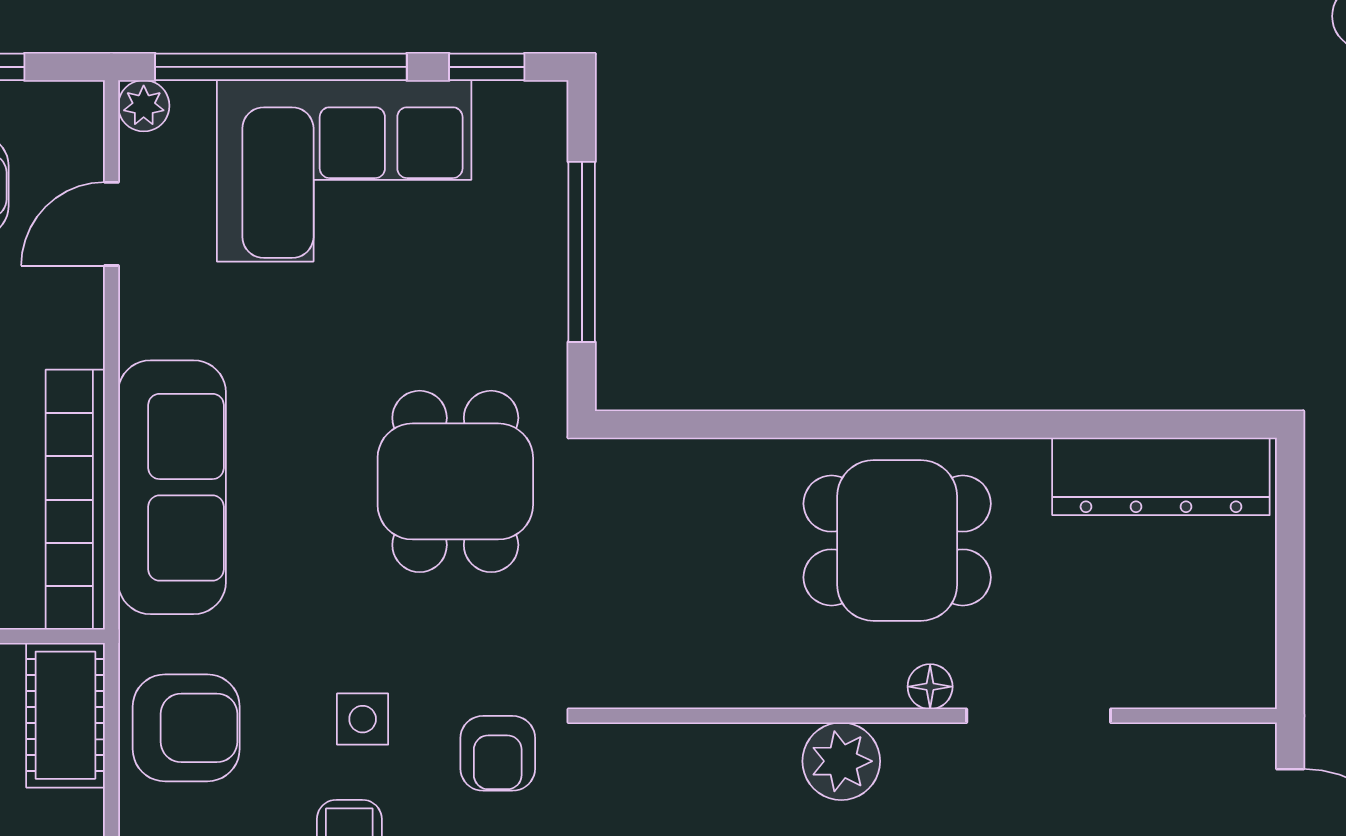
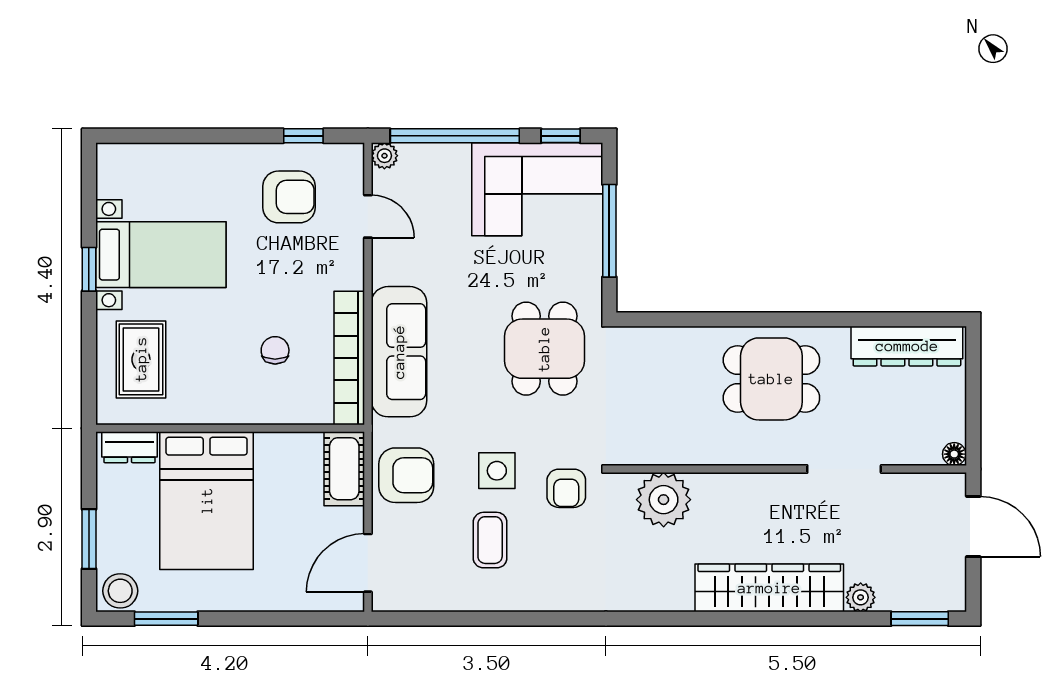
corner sofa: (344, 171) -> (537, 189), moved
door: (111, 224) -> (368, 216), swing flipped
floor lamp: (930, 687) -> (954, 454), moved
side table: (363, 719) -> (497, 471), width x1.37, depth x1.37
plant: (841, 761) -> (664, 500), moved, width x1.36, depth x1.36

